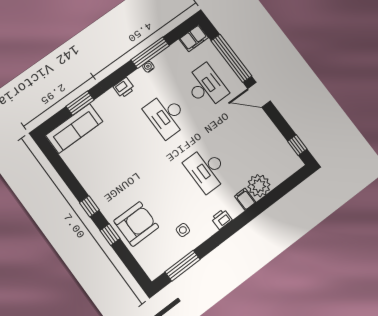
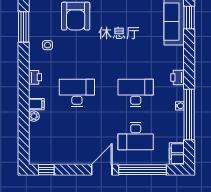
window: (150, 53) -> (189, 115), width x1.46
window: (80, 103) -> (189, 18), moved
plant: (259, 186) -> (34, 116), width x0.53, depth x0.53

